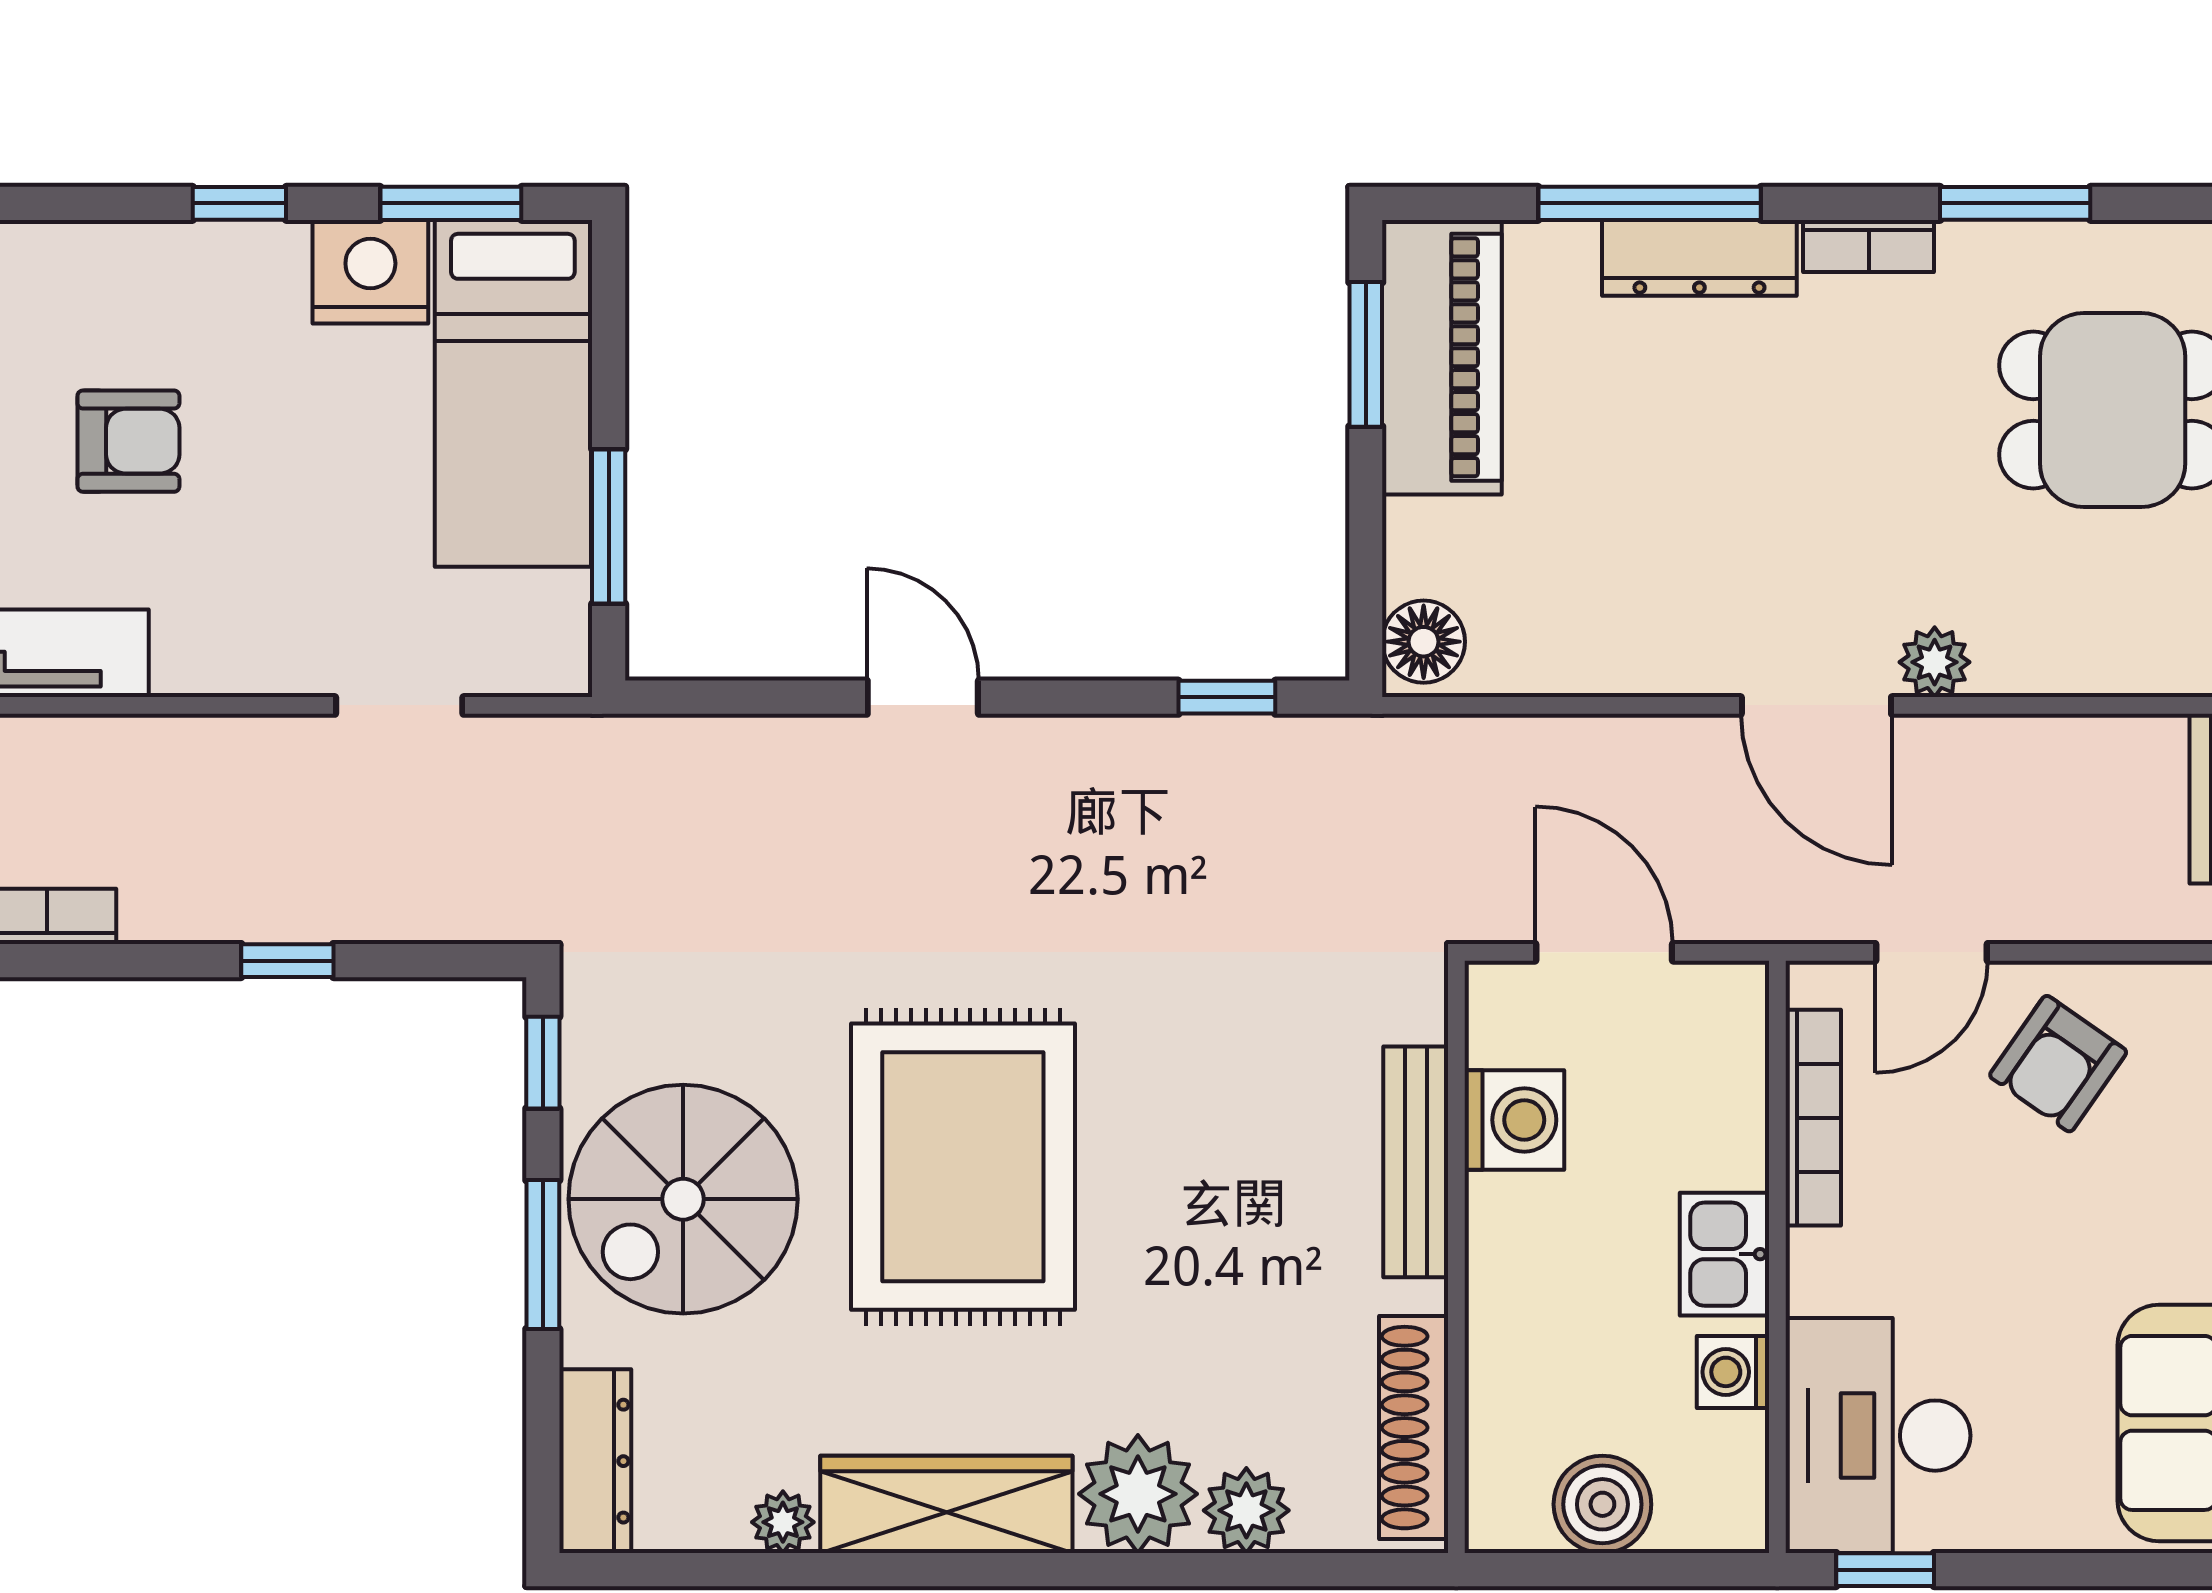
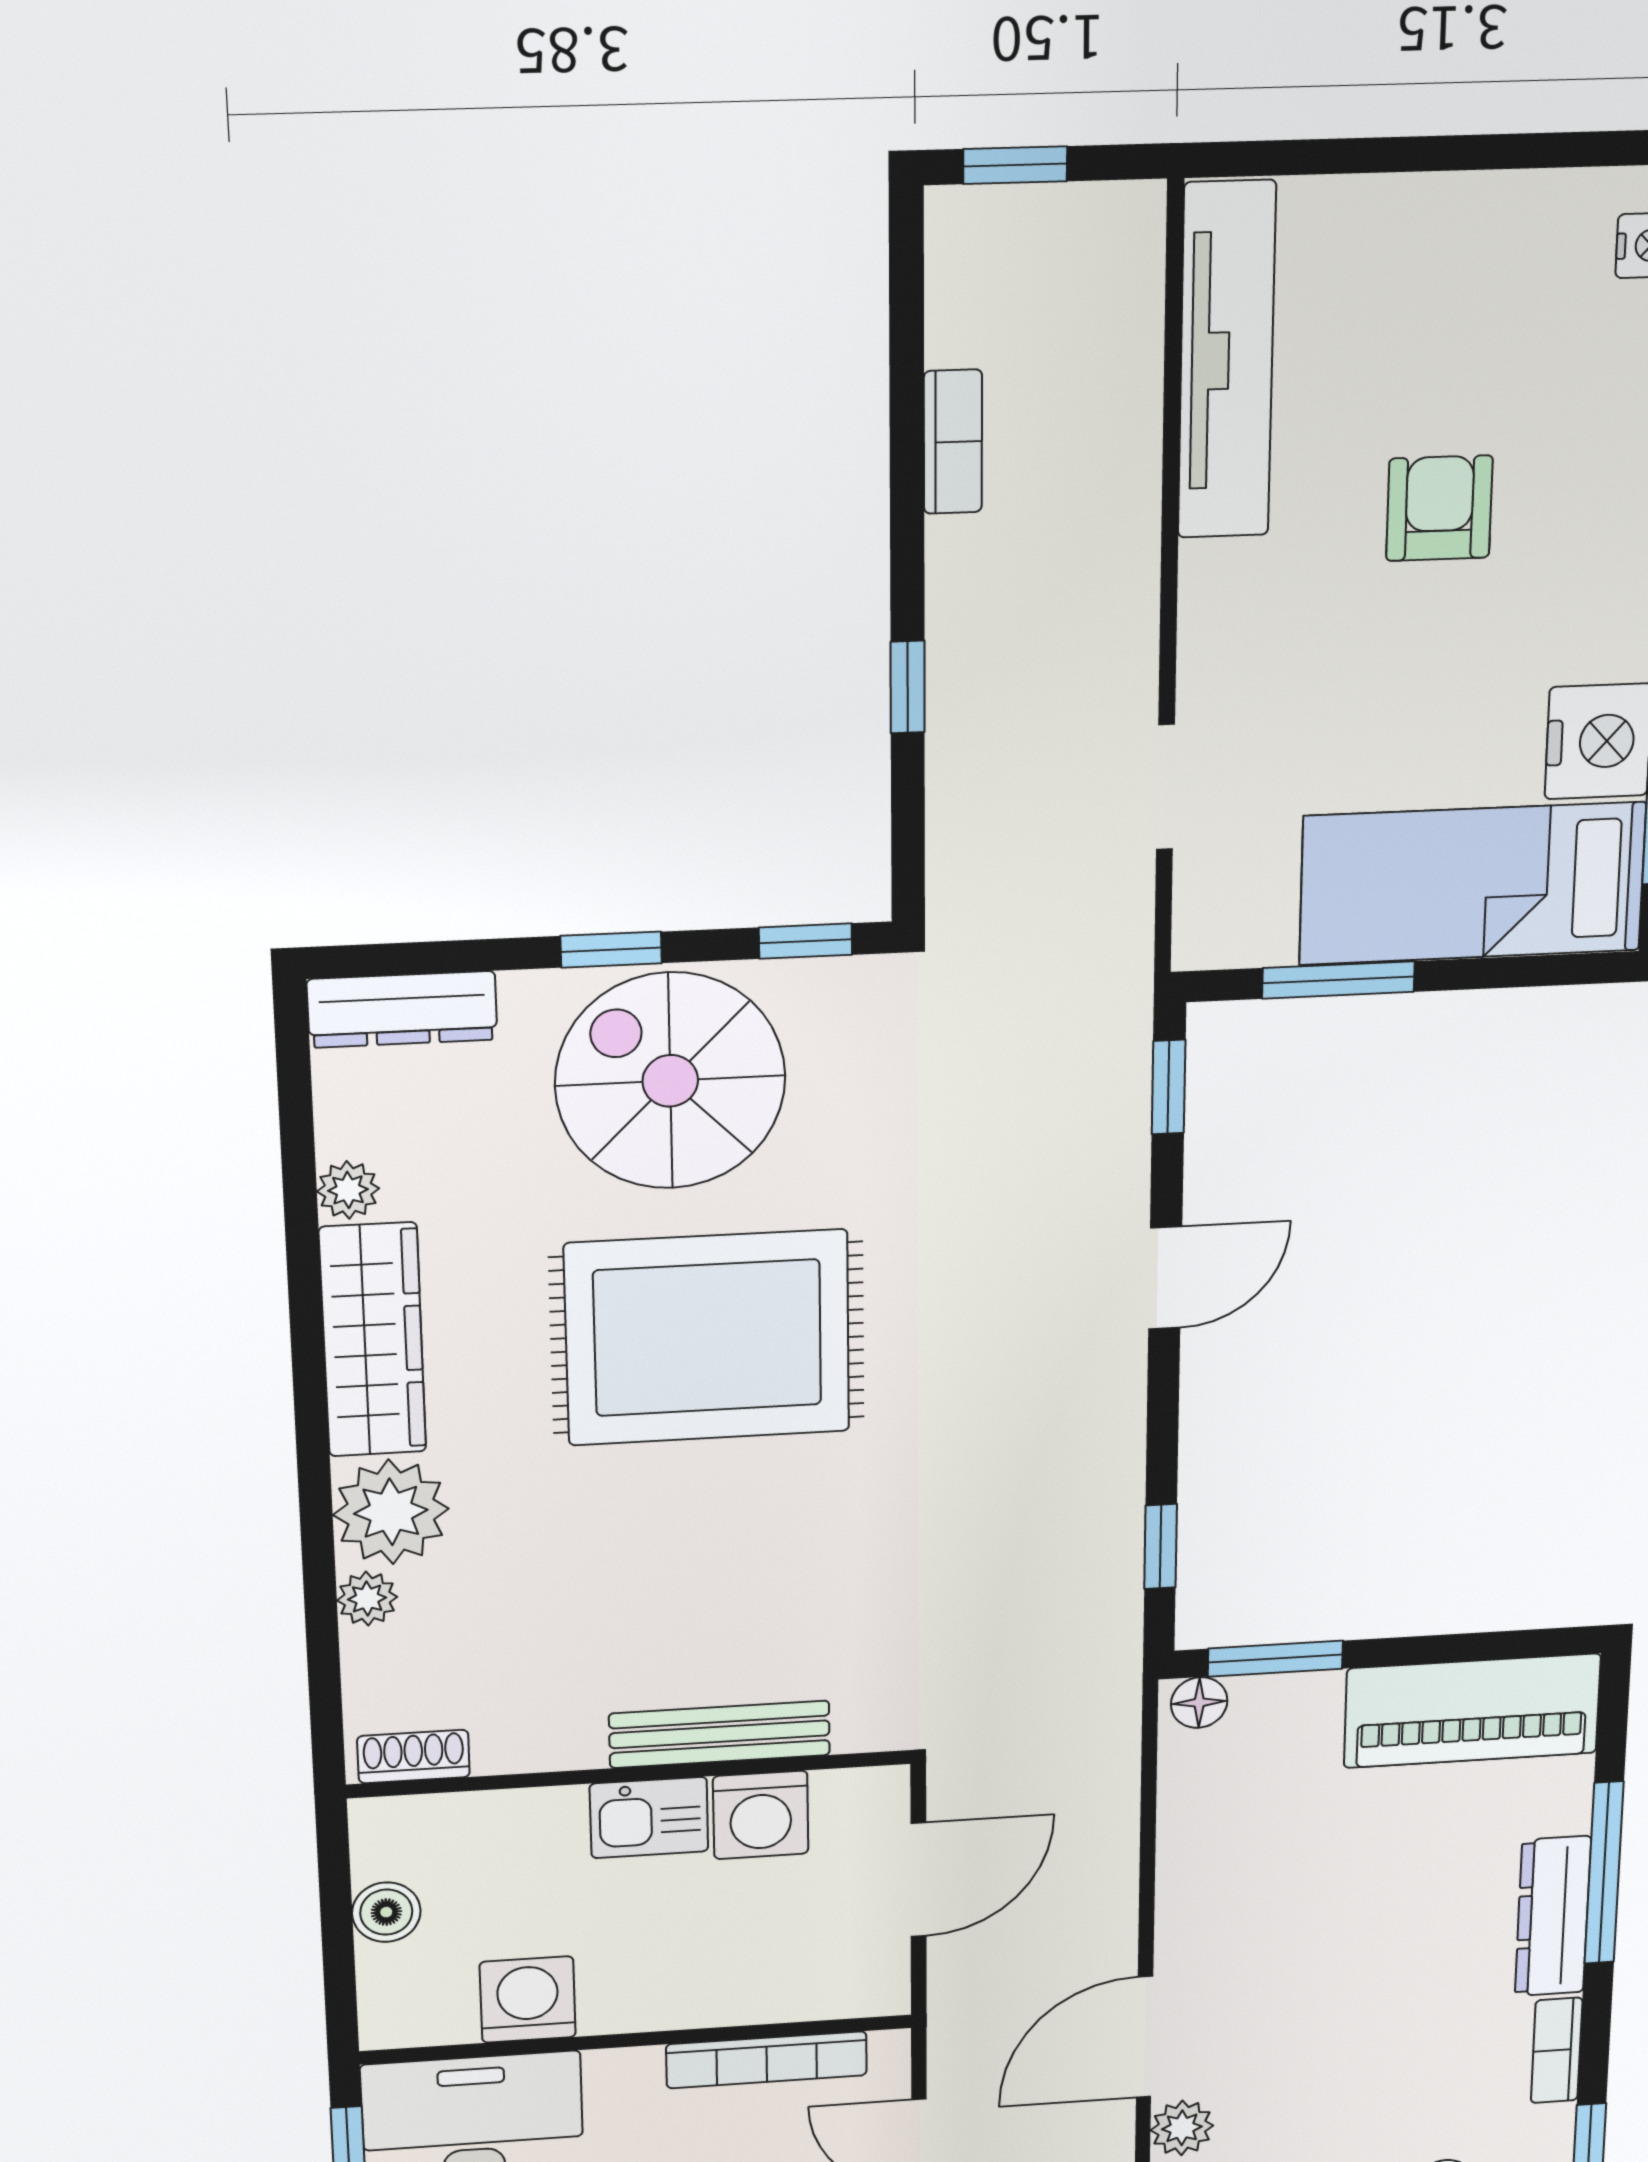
window: (1366, 354) -> (1275, 1659), moved
armchair: (128, 441) -> (1439, 508), turned 180
floor lamp: (1424, 642) -> (1199, 1702), width x0.73, depth x0.73
window: (715, 697) -> (1169, 1087), added
kitchen sink: (1724, 1254) -> (649, 1818), moved, turned 180
window: (543, 1255) -> (611, 950), width x0.67
washing machine: (1733, 1372) -> (528, 2000), width x1.38, depth x1.38
shoe rack: (1414, 1428) -> (414, 1757), width x0.51, depth x0.81
boiler: (1602, 1504) -> (386, 1912), width x0.73, depth x0.73
plant: (1246, 1510) -> (367, 1599), width x0.73, depth x0.73

